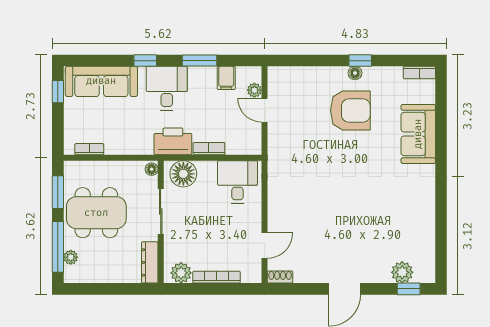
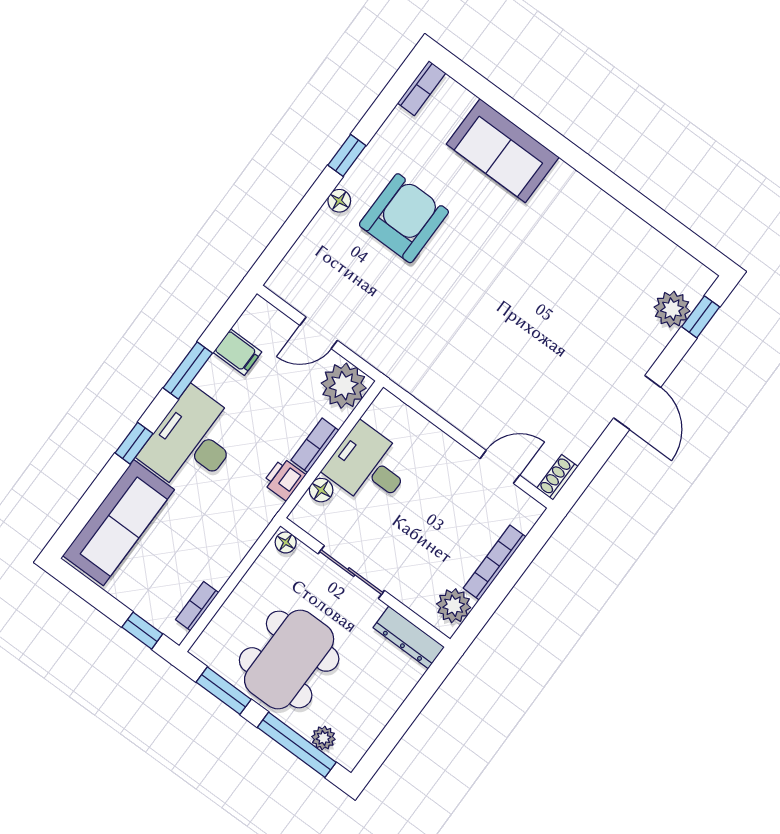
floor lamp: (355, 73) -> (339, 201), moved
desk: (167, 88) -> (192, 442), width x1.37
plant: (254, 90) -> (344, 386), moved, width x1.88, depth x1.88
window: (58, 92) -> (142, 631), moved
printer: (173, 141) -> (284, 479), width x0.53, depth x0.68
floor lamp: (183, 174) -> (321, 490), width x0.53, depth x0.53
desk: (237, 182) -> (368, 466), moved
door: (265, 246) -> (500, 467), hinge flipped

